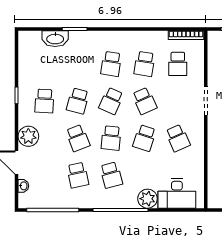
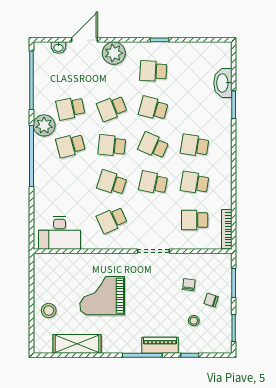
school desk: (144, 101) -> (153, 183), turned 36
desk: (177, 194) -> (60, 233), moved, turned -90
plant: (147, 199) -> (44, 125), moved

